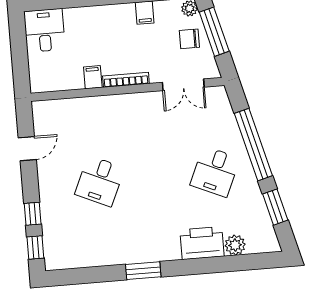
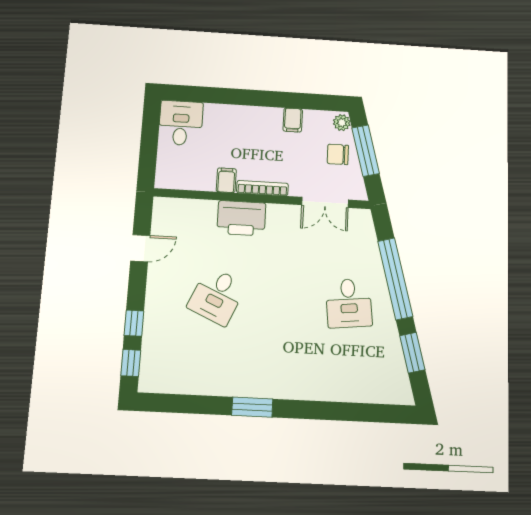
desk: (215, 172) -> (349, 303), turned -30
printer: (202, 243) -> (241, 218), moved, turned 180
plant: (235, 245) -> (362, 391), removed

